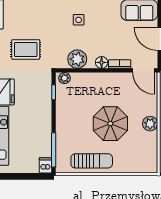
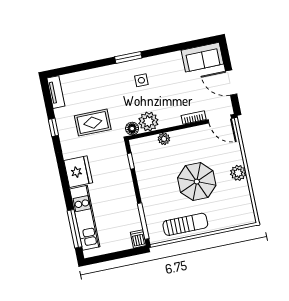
floor lamp: (102, 62) -> (132, 129), moved
plant: (64, 78) -> (164, 139), moved

